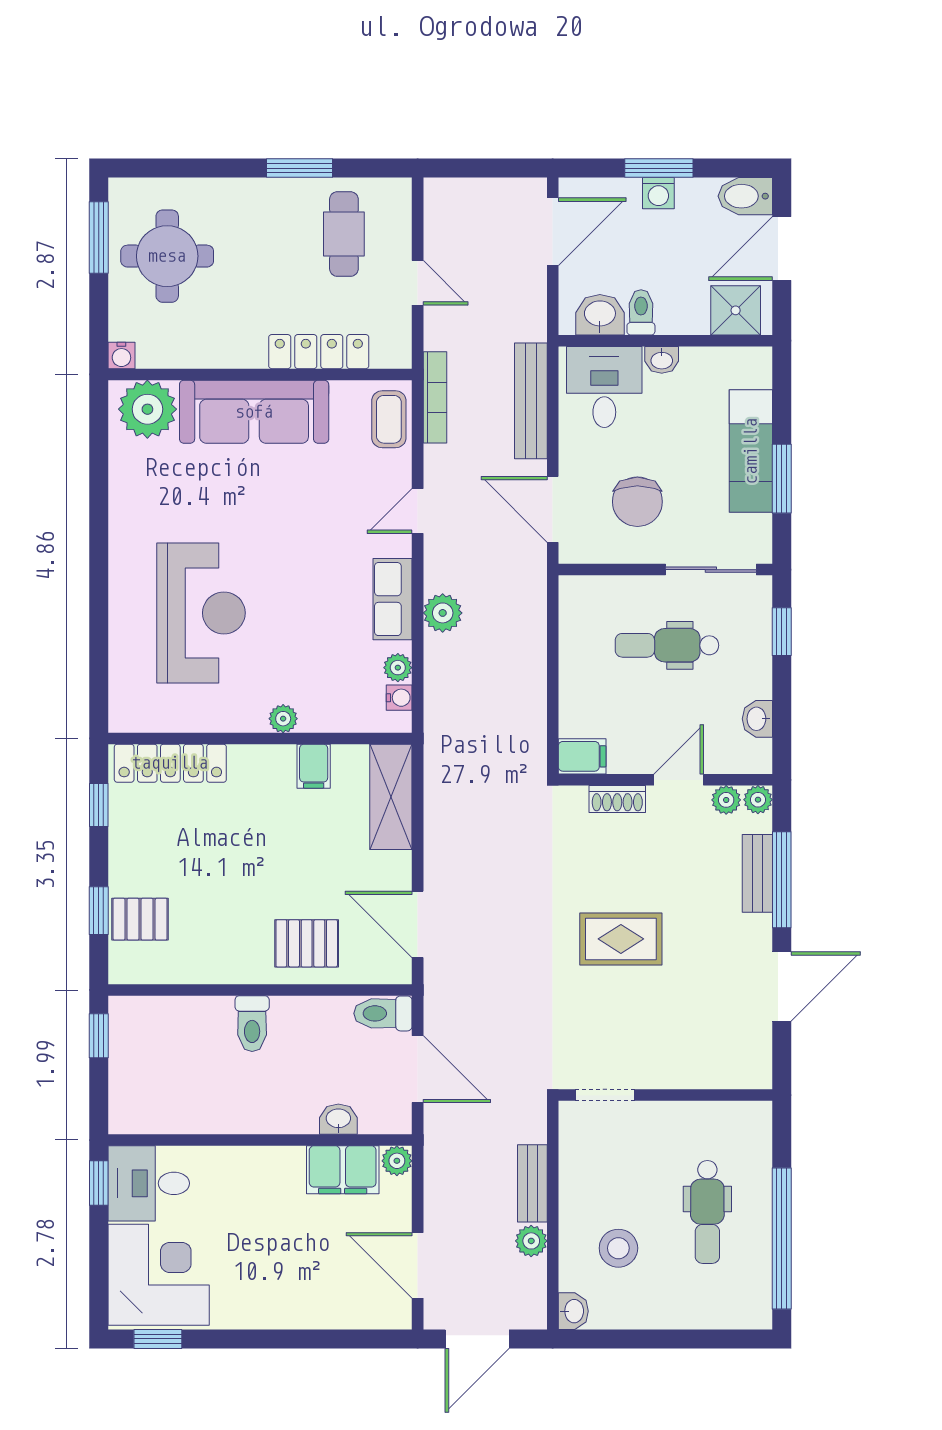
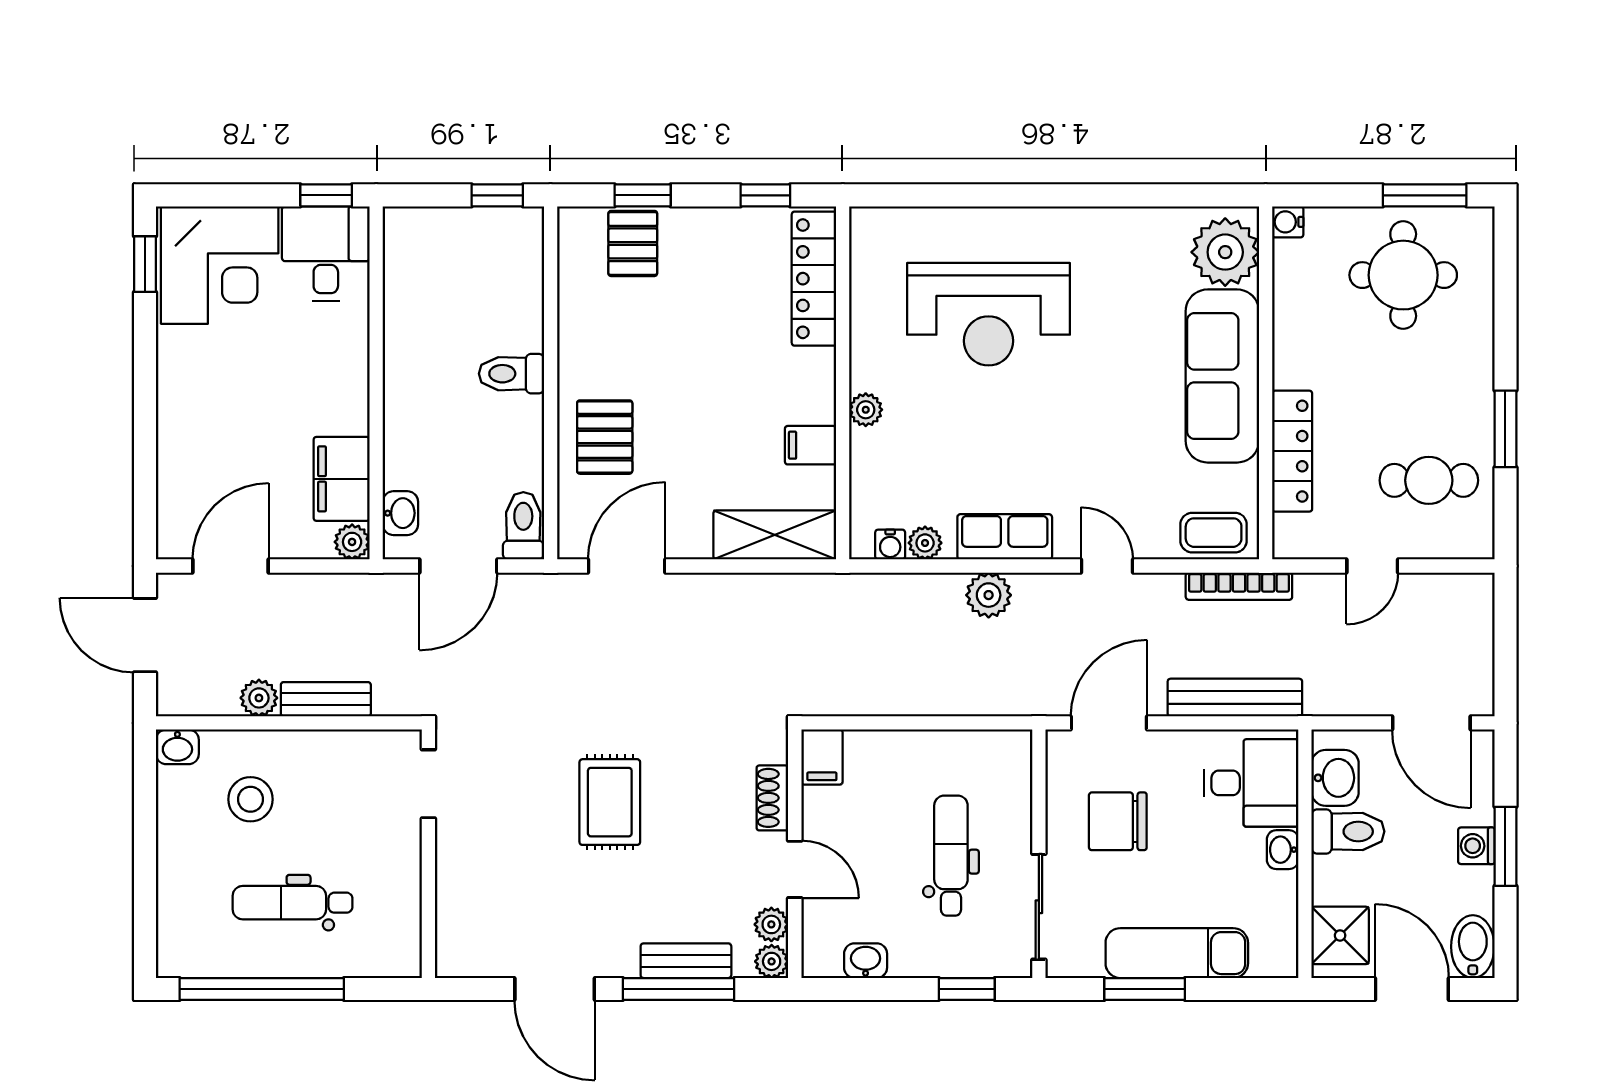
toilet: (641, 312) -> (1348, 831), width x1.37, depth x1.39
washbasin: (338, 1119) -> (400, 513), moved

